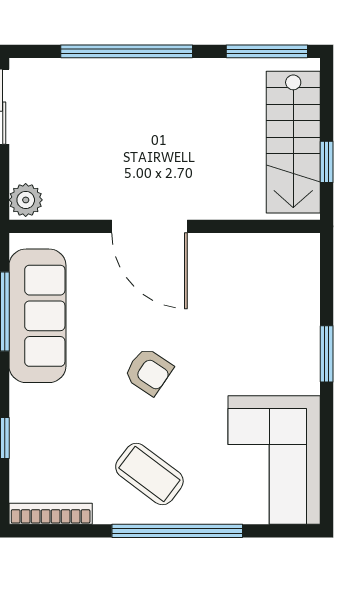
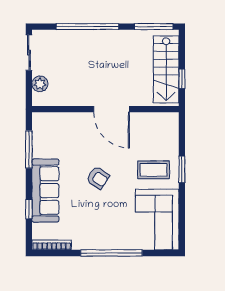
plant: (26, 200) -> (40, 84), moved
door: (150, 226) -> (112, 109), moved
sofa: (37, 316) -> (45, 191), moved
coffee table: (149, 474) -> (154, 170), moved, turned -37

